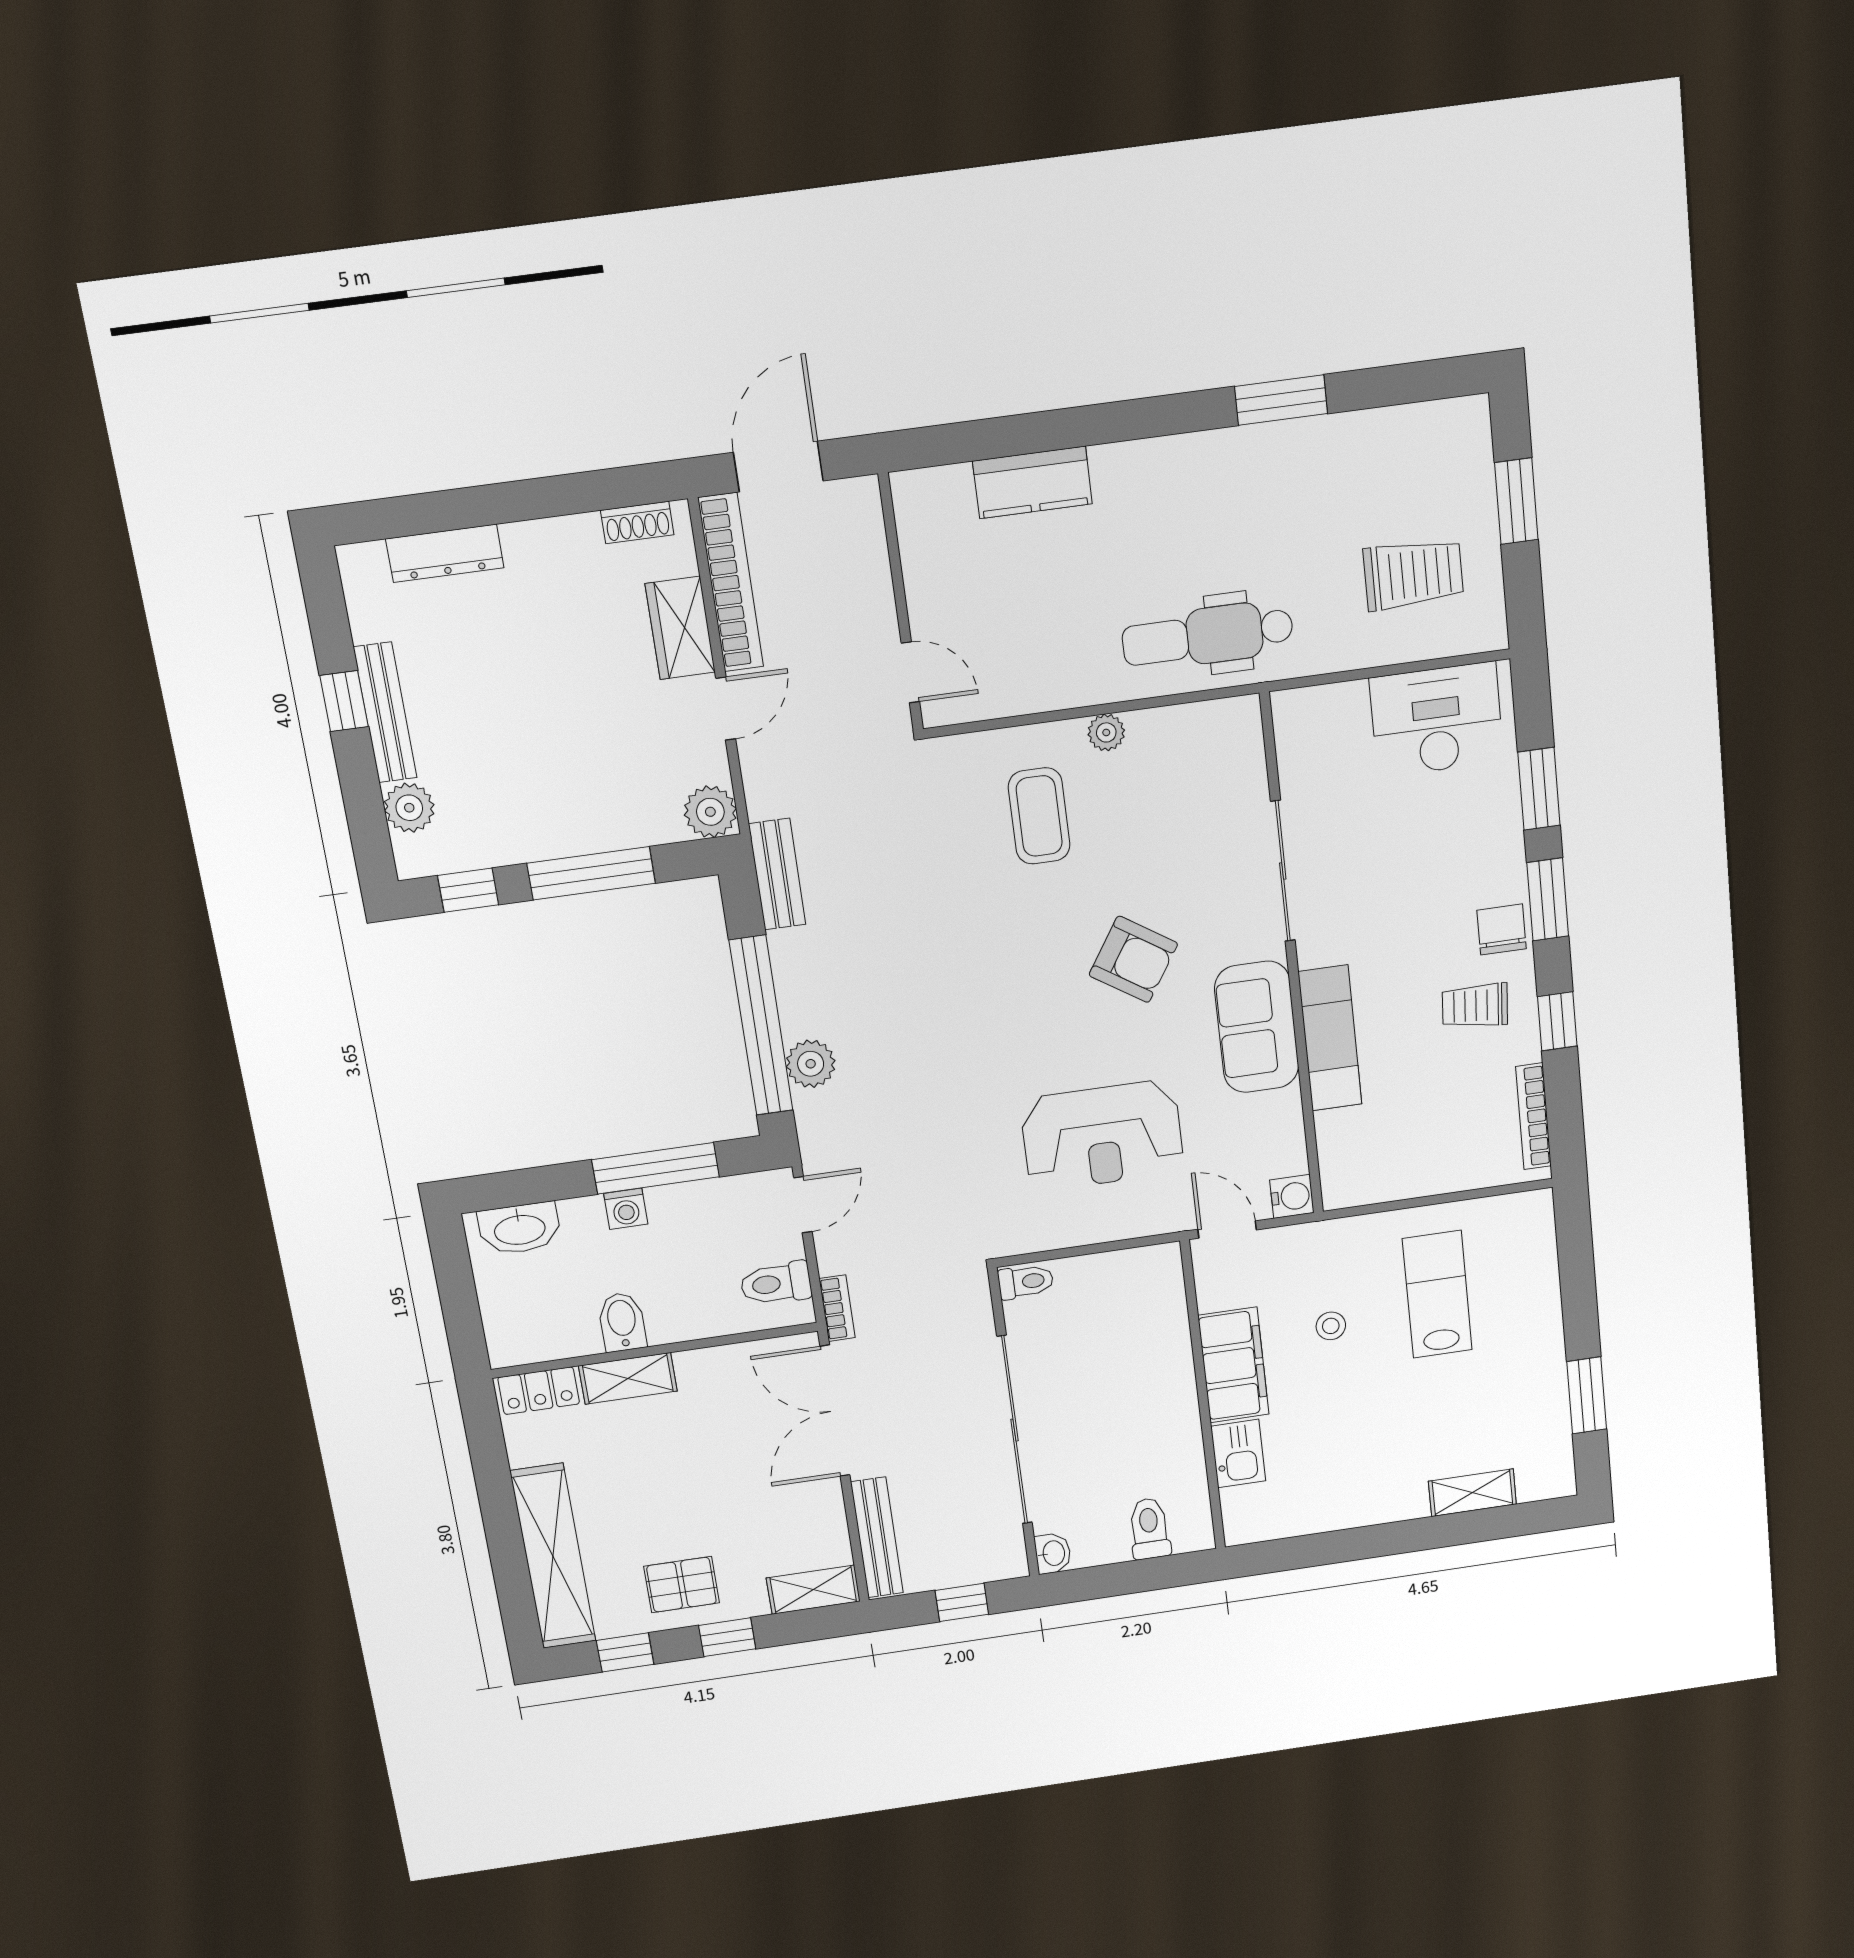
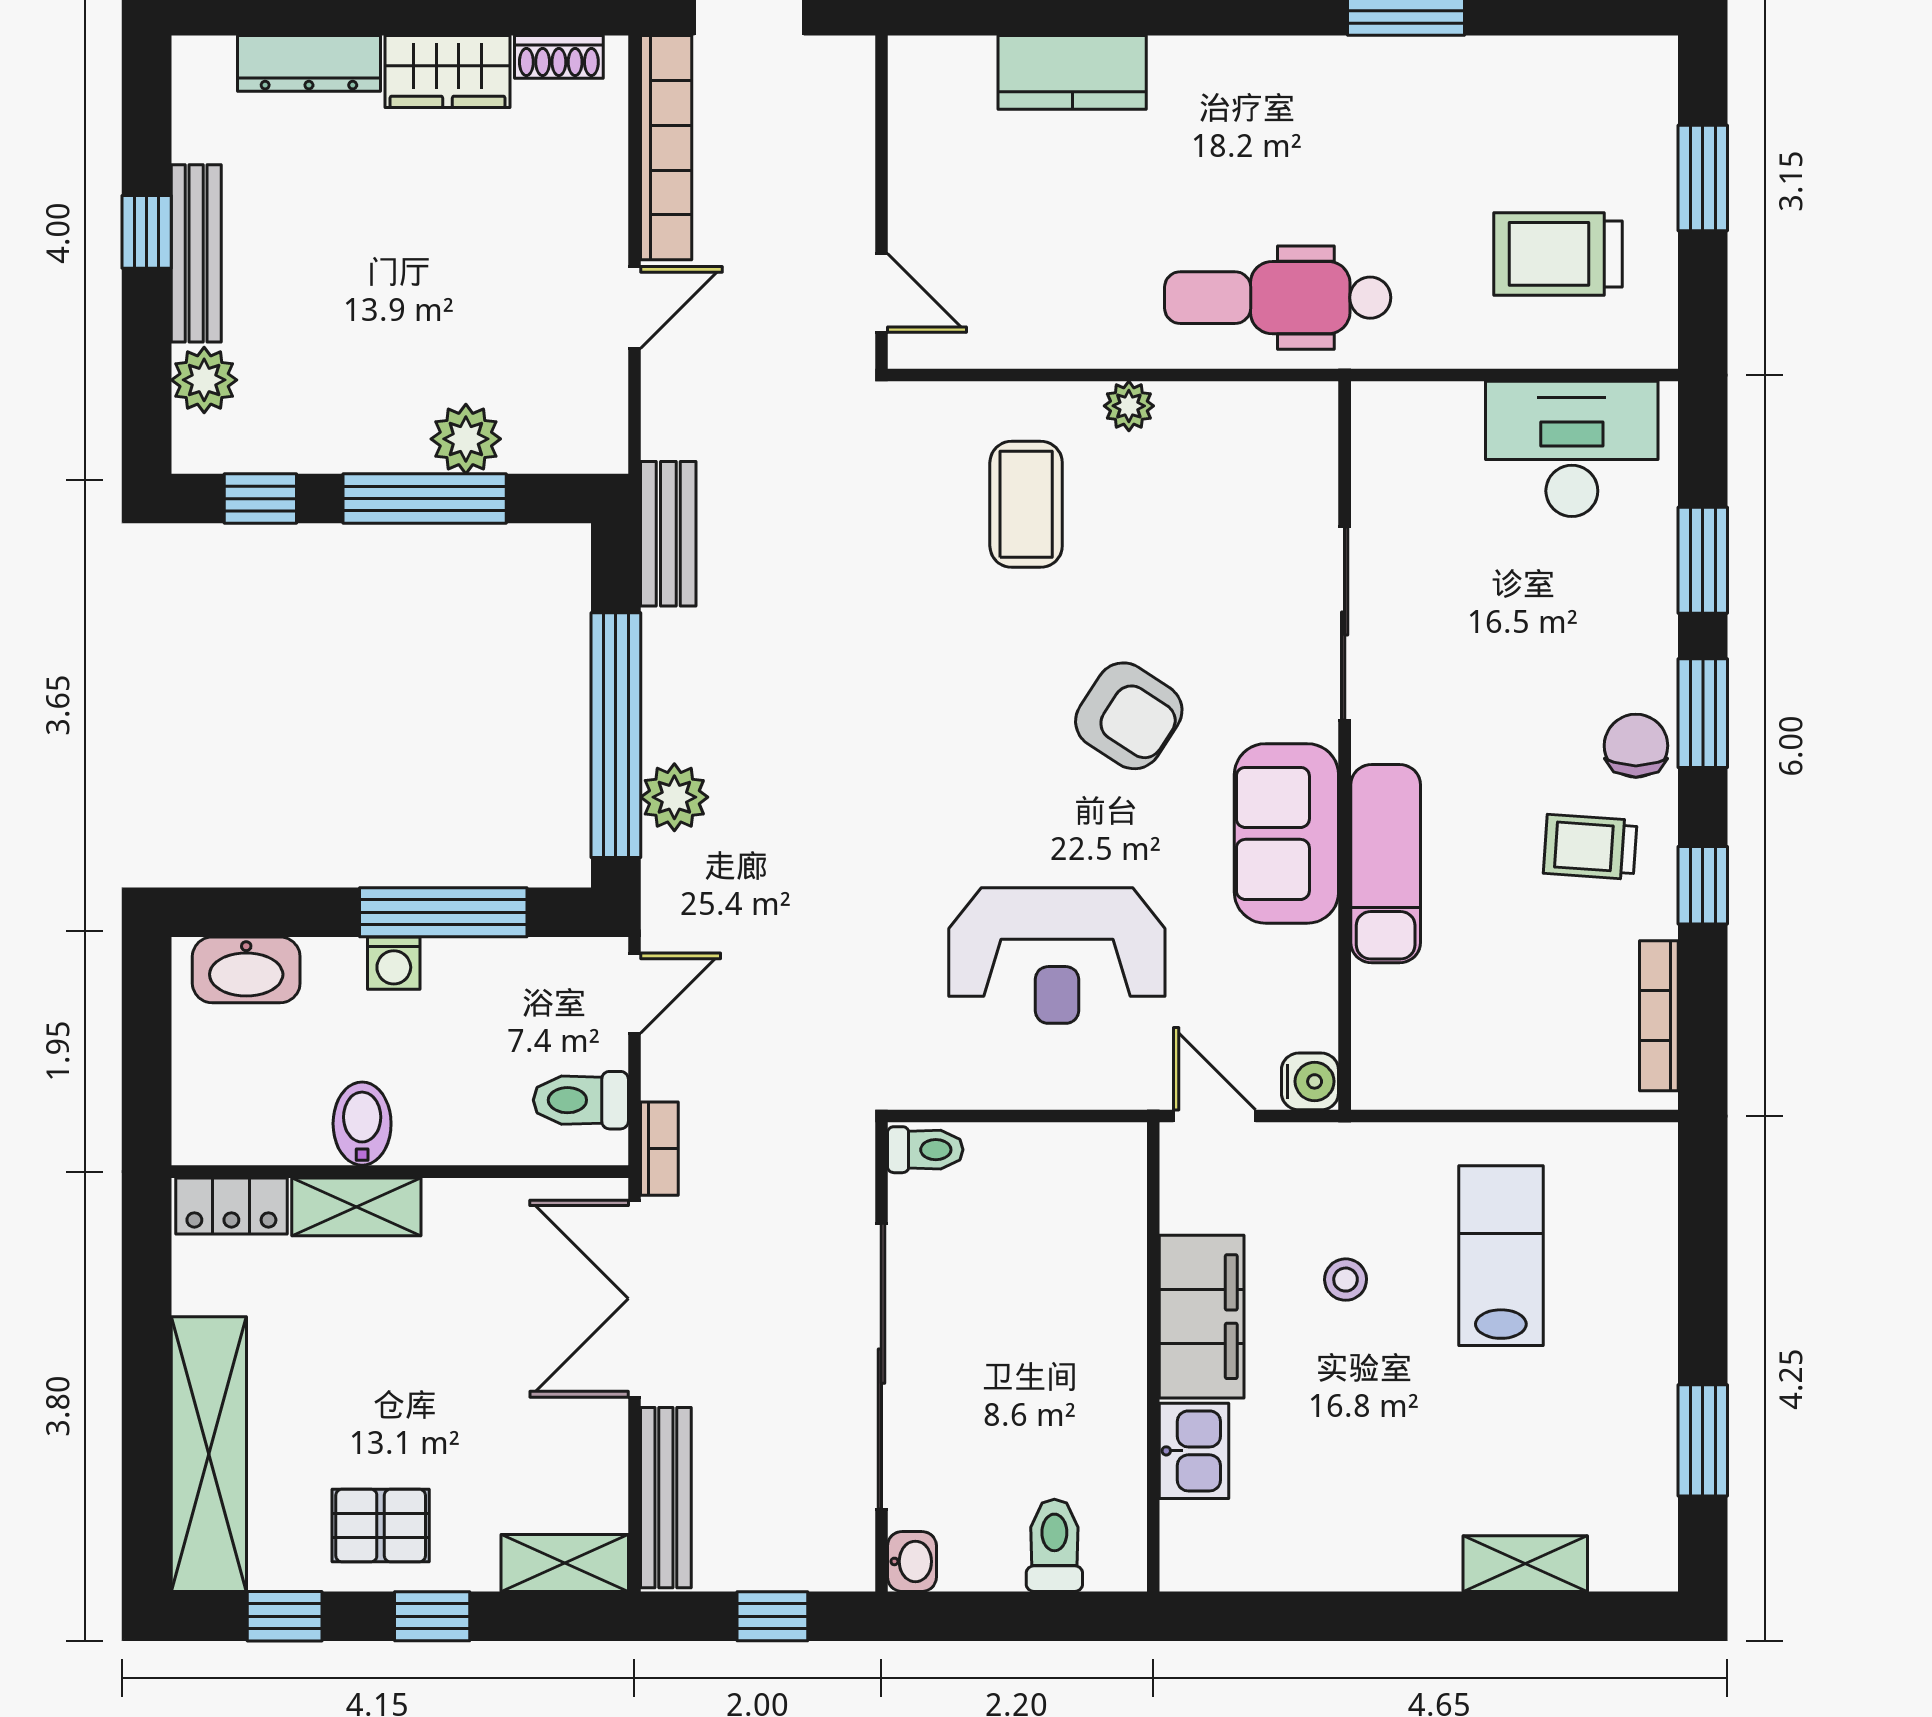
trolley: (1413, 574) -> (1558, 254), turned 180
wardrobe: (680, 628) -> (447, 72), moved, turned -90
plant: (710, 812) -> (466, 439), moved

